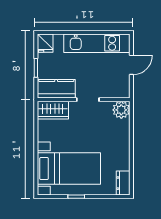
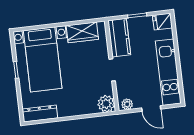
plant: (124, 89) -> (127, 104), added
wardrobe: (53, 110) -> (82, 32), moved, turned -90
dresser: (123, 183) -> (40, 114), width x1.44

